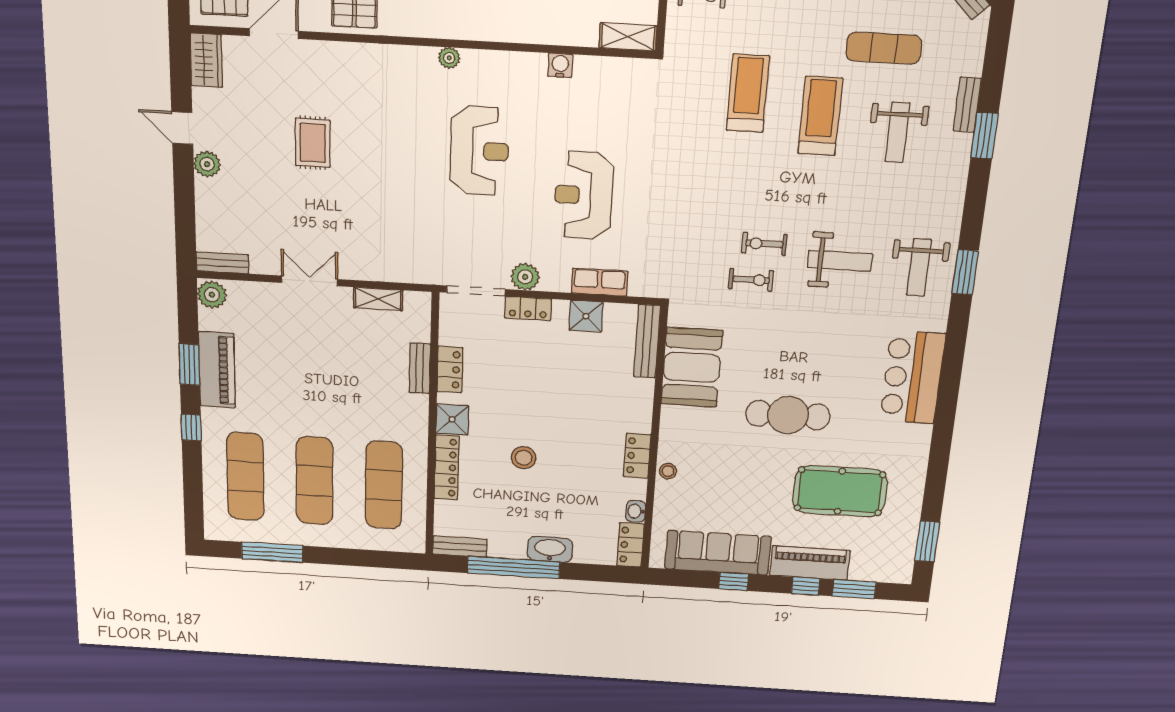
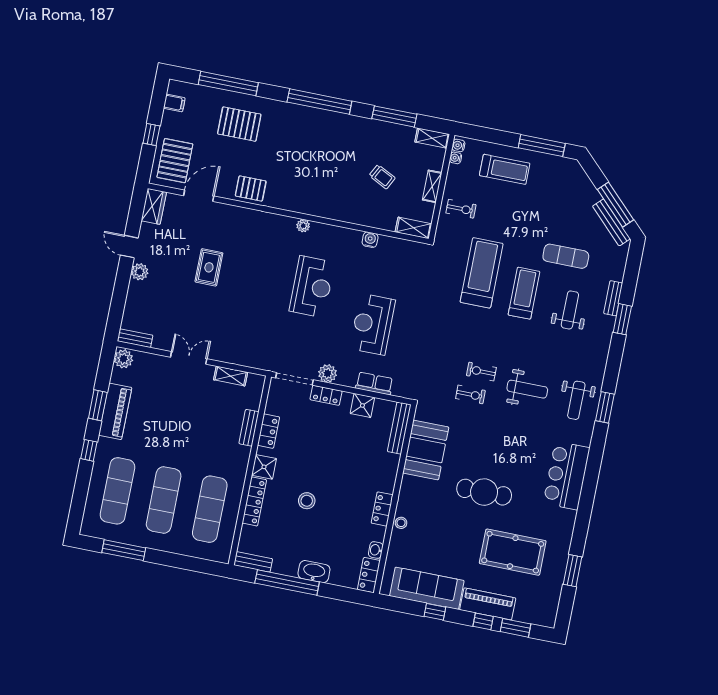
treadmill: (748, 93) -> (482, 273), width x1.37, depth x1.38
weight bench: (898, 132) -> (570, 310), turned 180
window: (927, 541) -> (573, 571), moved

